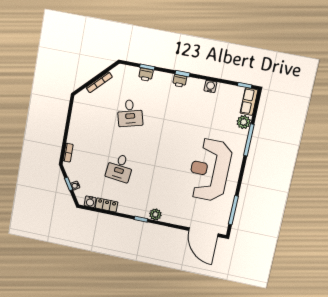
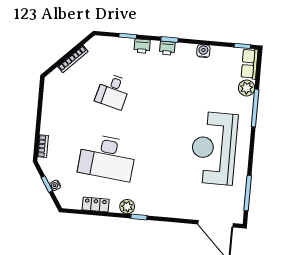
printer: (146, 75) -> (142, 46), moved
desk: (130, 113) -> (113, 91), turned 30
desk: (120, 168) -> (107, 158), width x1.87, depth x1.30
water cooler: (90, 202) -> (75, 203), removed
plant: (155, 214) -> (127, 207), moved

